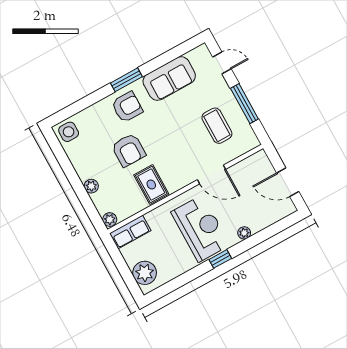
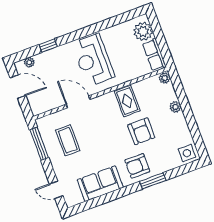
window: (126, 80) -> (153, 181), moved
window: (244, 104) -> (39, 144), moved
armchair: (129, 150) -> (141, 131), turned 180
row of seats: (130, 232) -> (154, 55), moved, turned -90
plant: (244, 233) -> (29, 62), moved
window: (220, 259) -> (48, 46), moved

